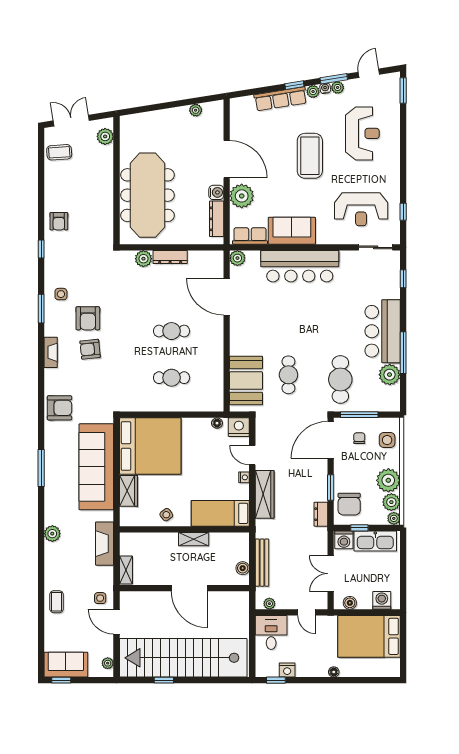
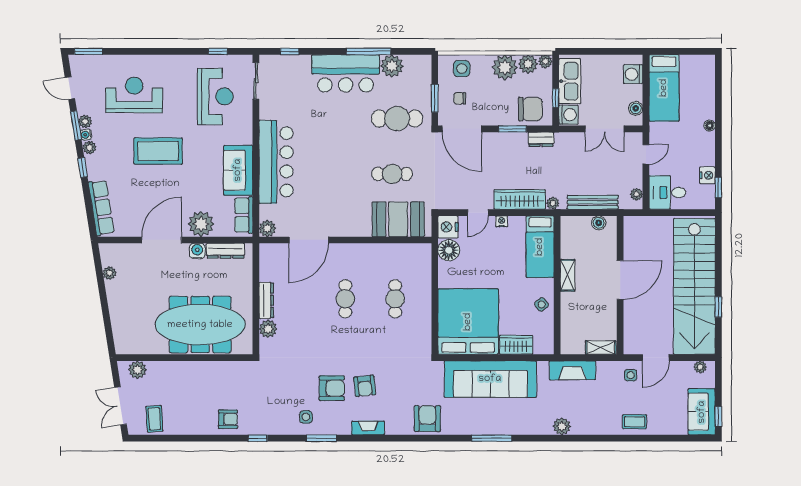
row of seats: (281, 99) -> (101, 208), moved
window: (359, 415) -> (435, 98), width x0.69
floor lamp: (217, 423) -> (449, 250), width x1.89, depth x1.89
plant: (261, 525) -> (553, 203), added
bed: (369, 636) -> (664, 88), width x0.67

